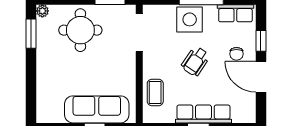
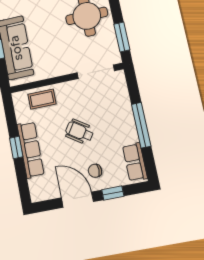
side table: (190, 19) -> (119, 118), removed
door: (261, 77) -> (77, 200), hinge flipped

